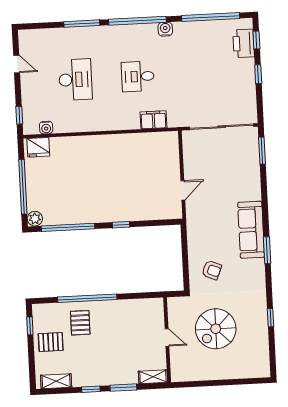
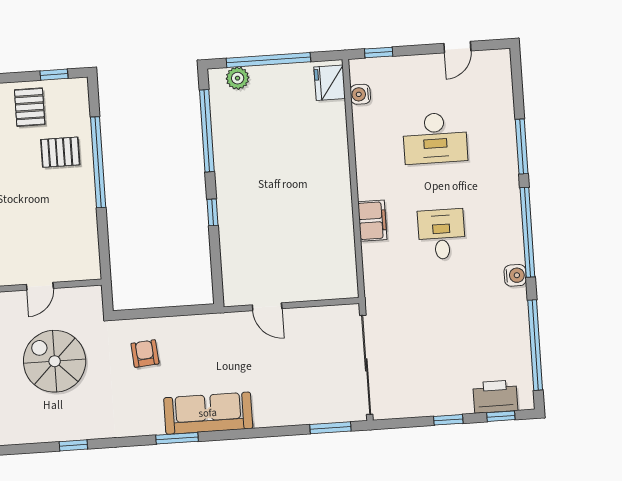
filing cabinet: (153, 120) -> (372, 221), moved
plant: (35, 219) -> (238, 78), moved
armchair: (212, 270) -> (145, 354), turned 153

